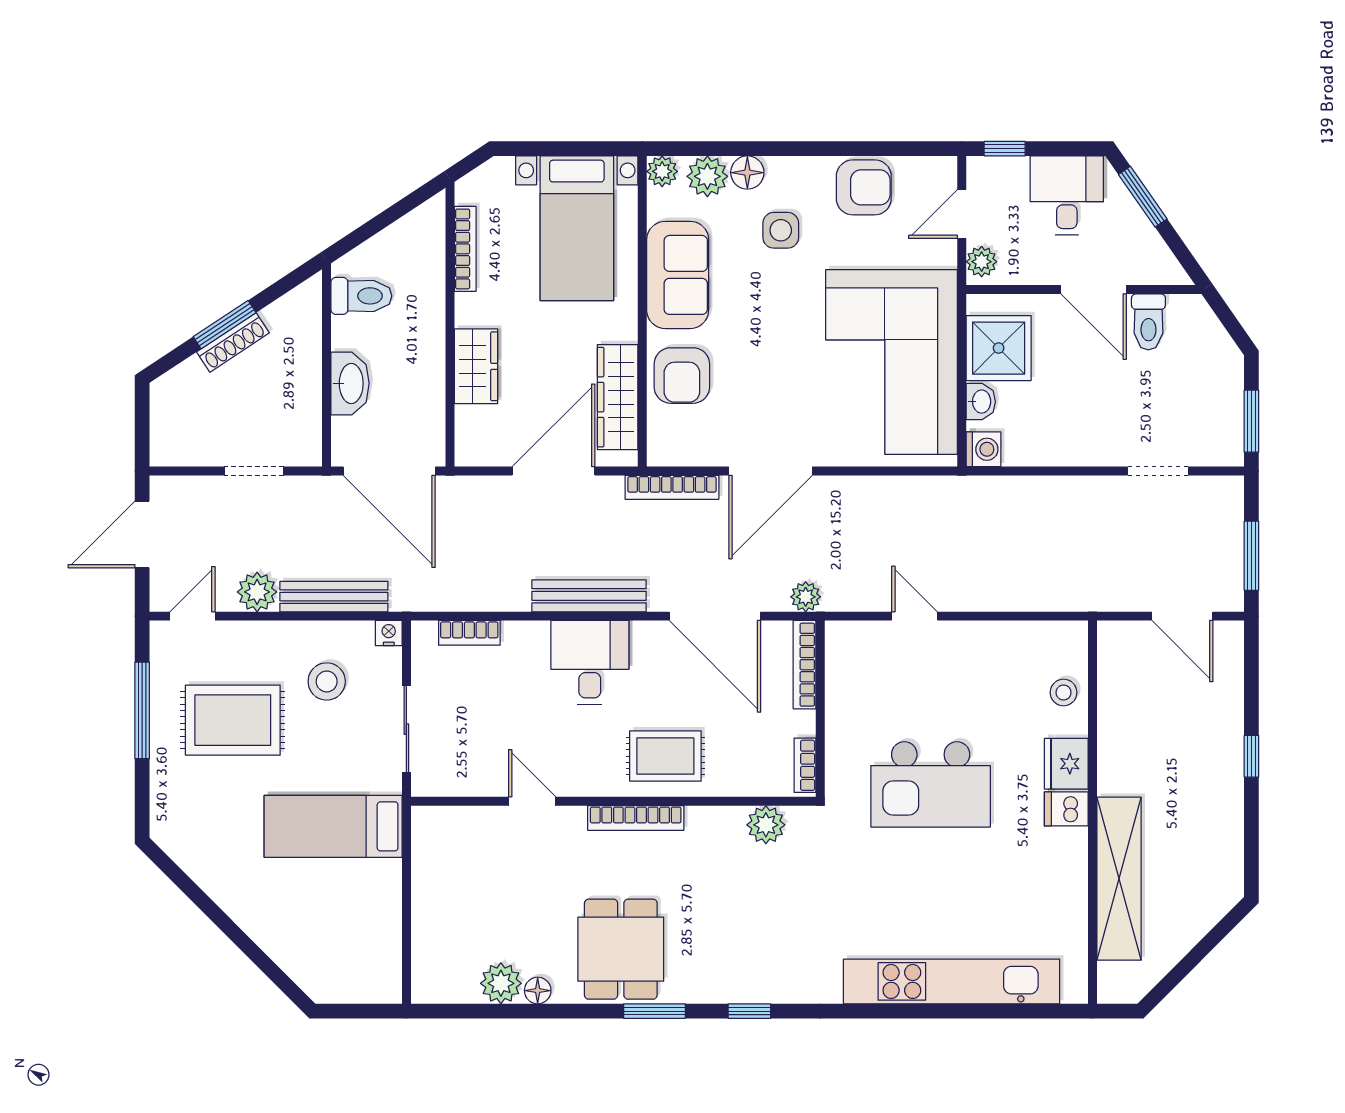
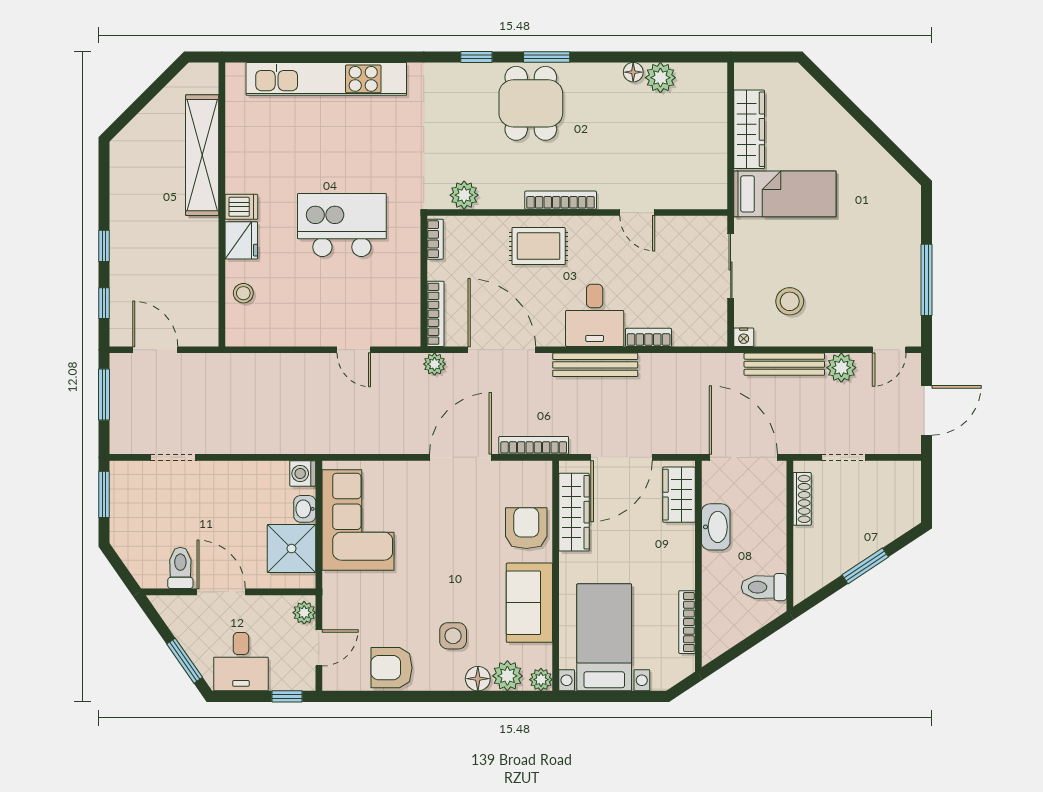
shoe rack: (233, 342) -> (802, 499), moved, turned 123
corner sofa: (892, 362) -> (358, 520), width x0.73, depth x0.74
wardrobe: (476, 366) -> (679, 495), moved
washbasin: (350, 383) -> (716, 527), moved, turned 180
bookcase: (469, 633) -> (649, 337), moved
window: (1251, 679) -> (104, 303), added
rug: (233, 720) -> (859, 273), removed
wardrobe: (381, 913) -> (749, 129), added
dining table: (621, 949) -> (531, 103), moved

